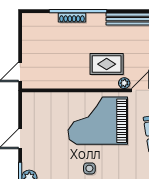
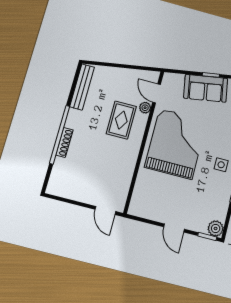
grand piano: (98, 121) -> (176, 144), turned 180

